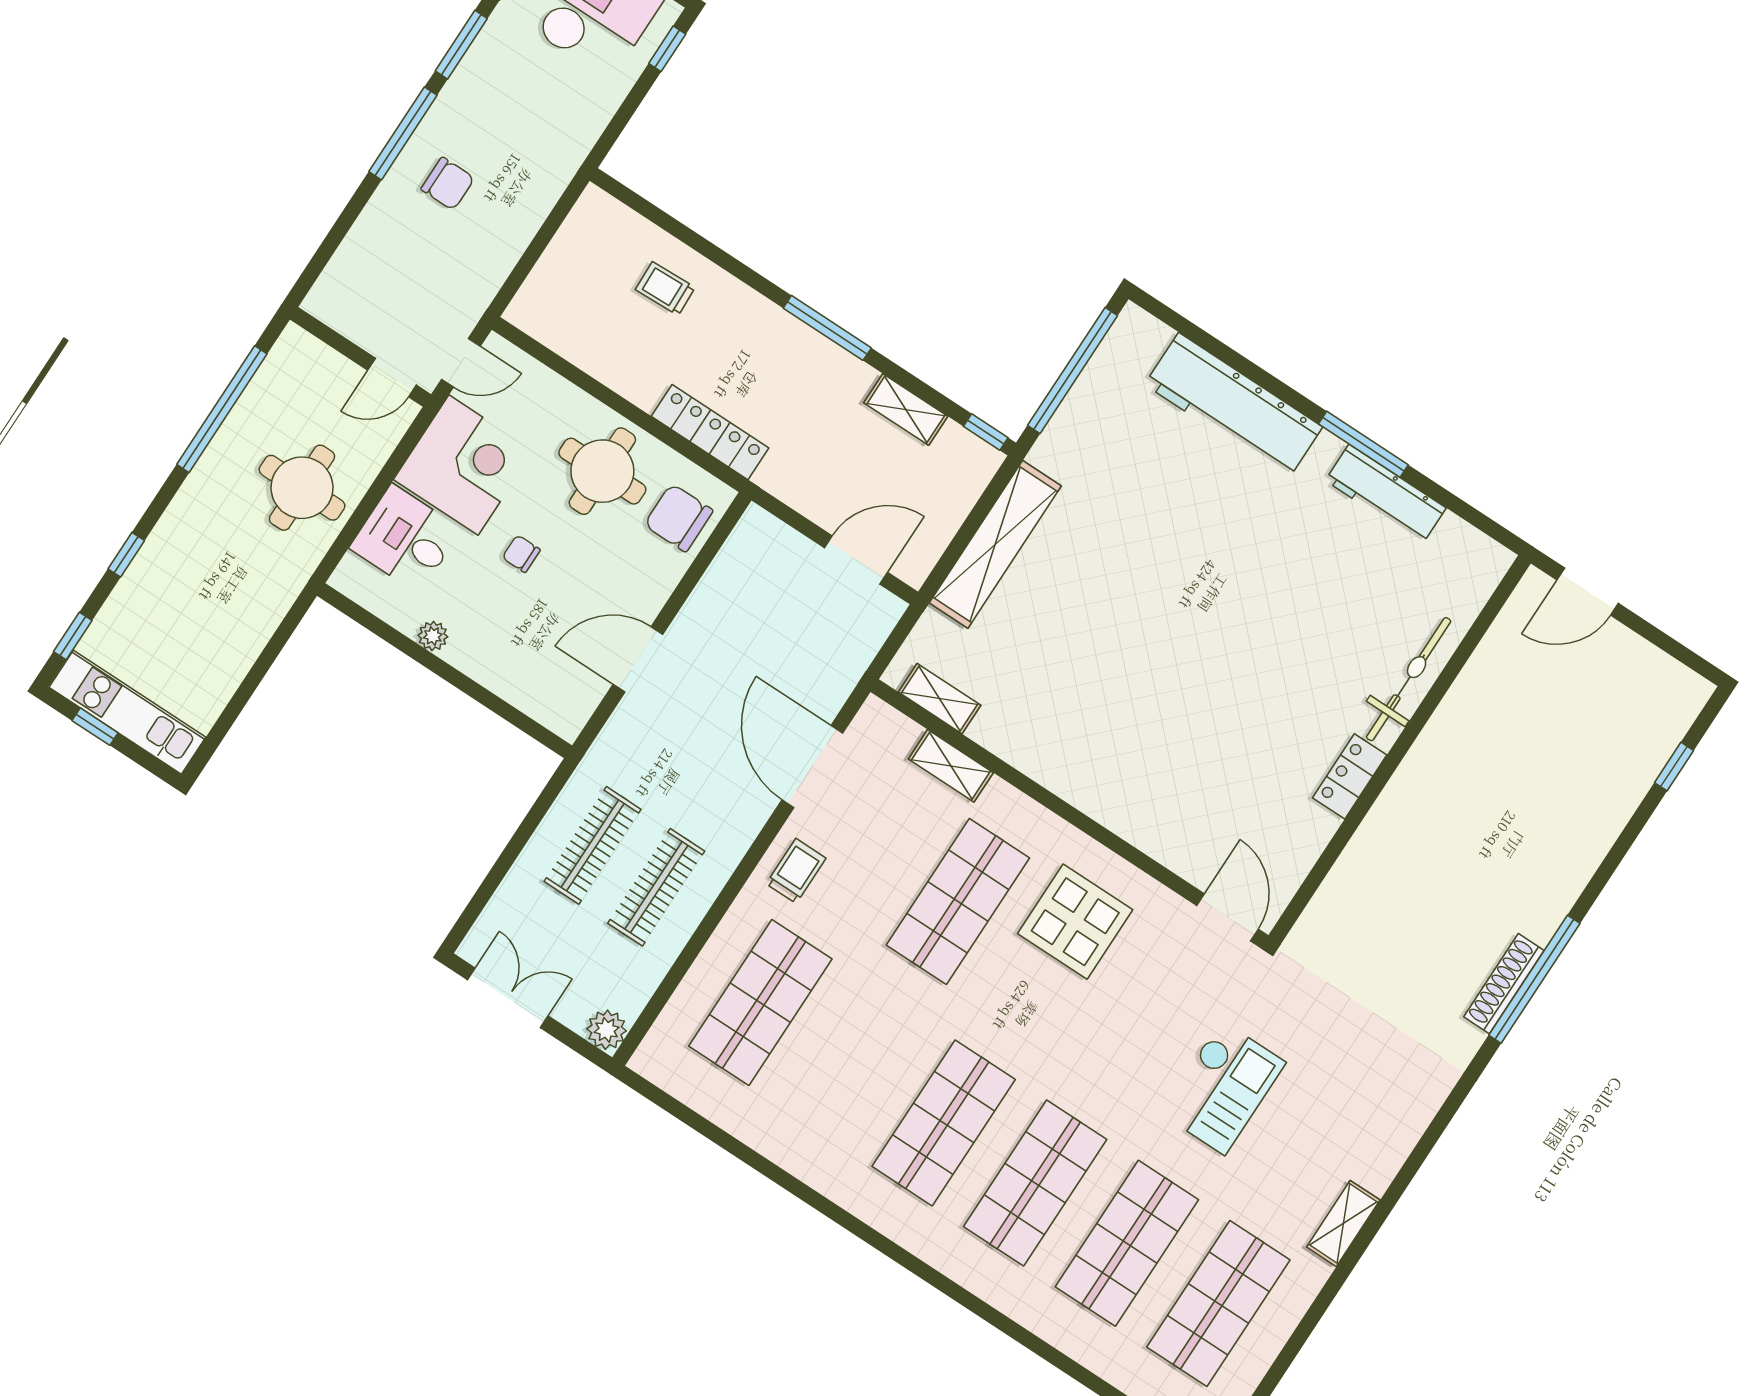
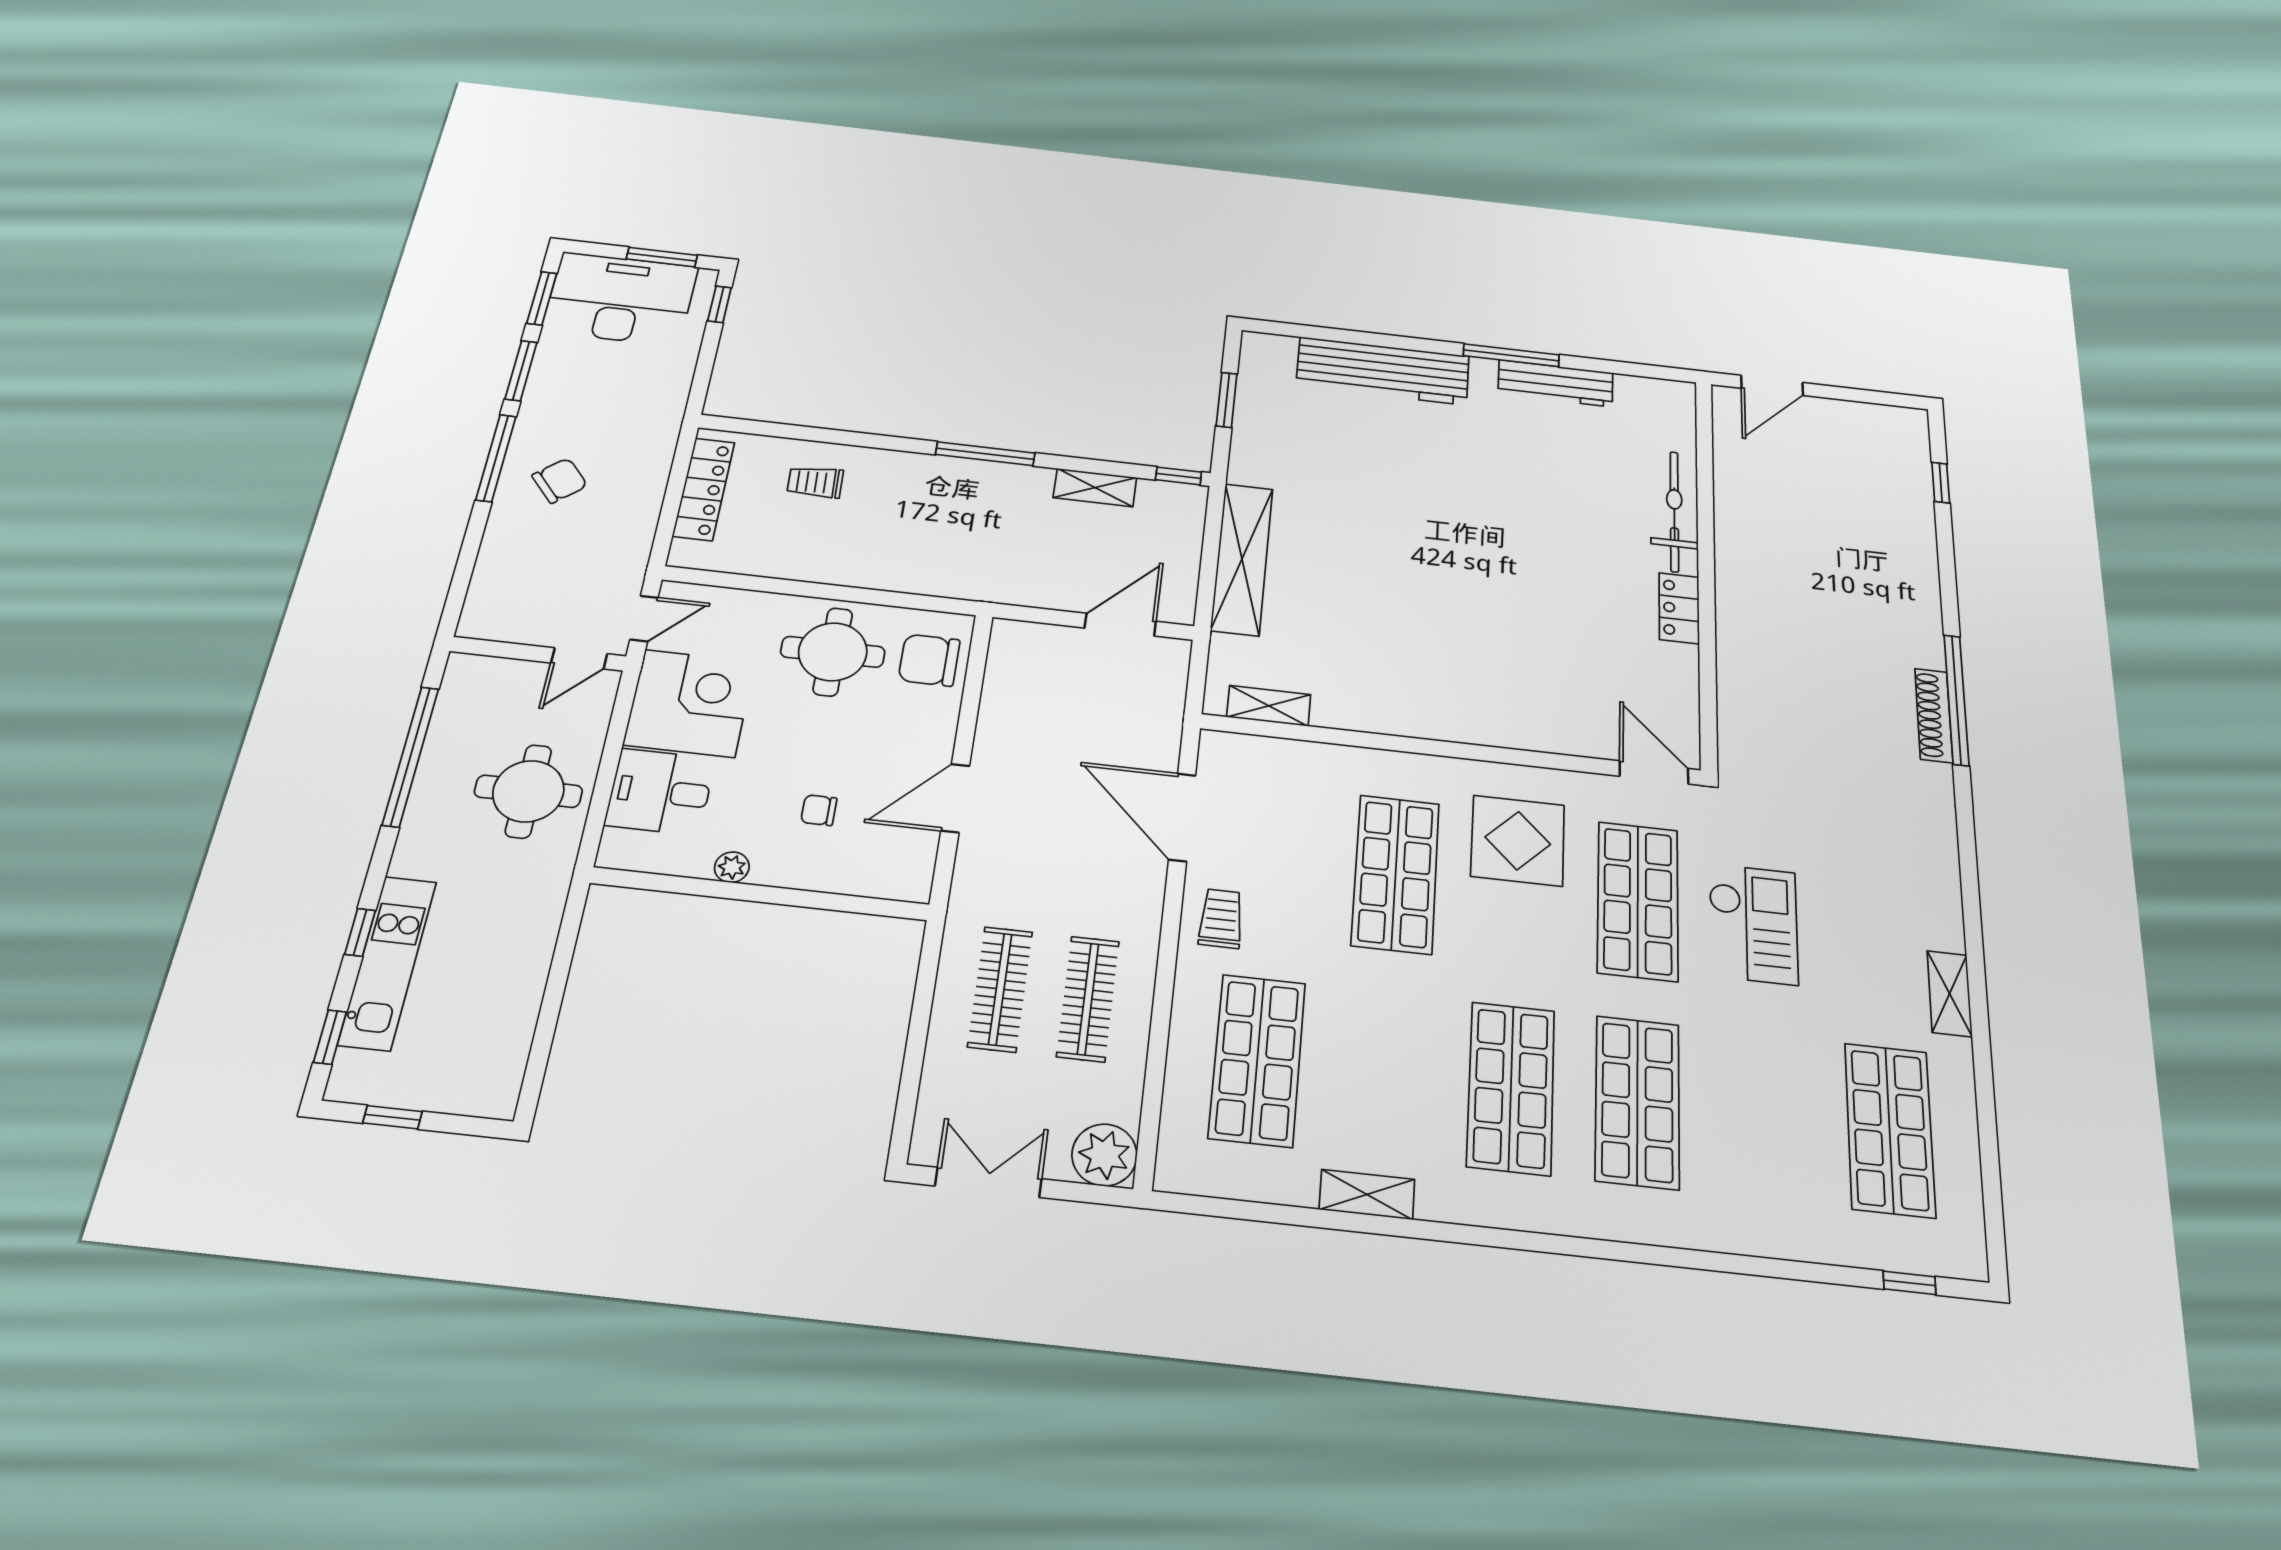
chair: (448, 184) -> (560, 481), turned -40
window: (1073, 371) -> (1227, 400), width x0.47
locker: (710, 432) -> (704, 489), moved, turned 90
chair: (521, 554) -> (819, 810), moved
kitchen unit: (127, 712) -> (388, 963), moved, turned 90
shelving: (951, 766) -> (1367, 1194), moved
plant: (607, 1030) -> (1104, 1155), width x1.36, depth x1.36
shop shelf: (1127, 1243) -> (1638, 901), moved

